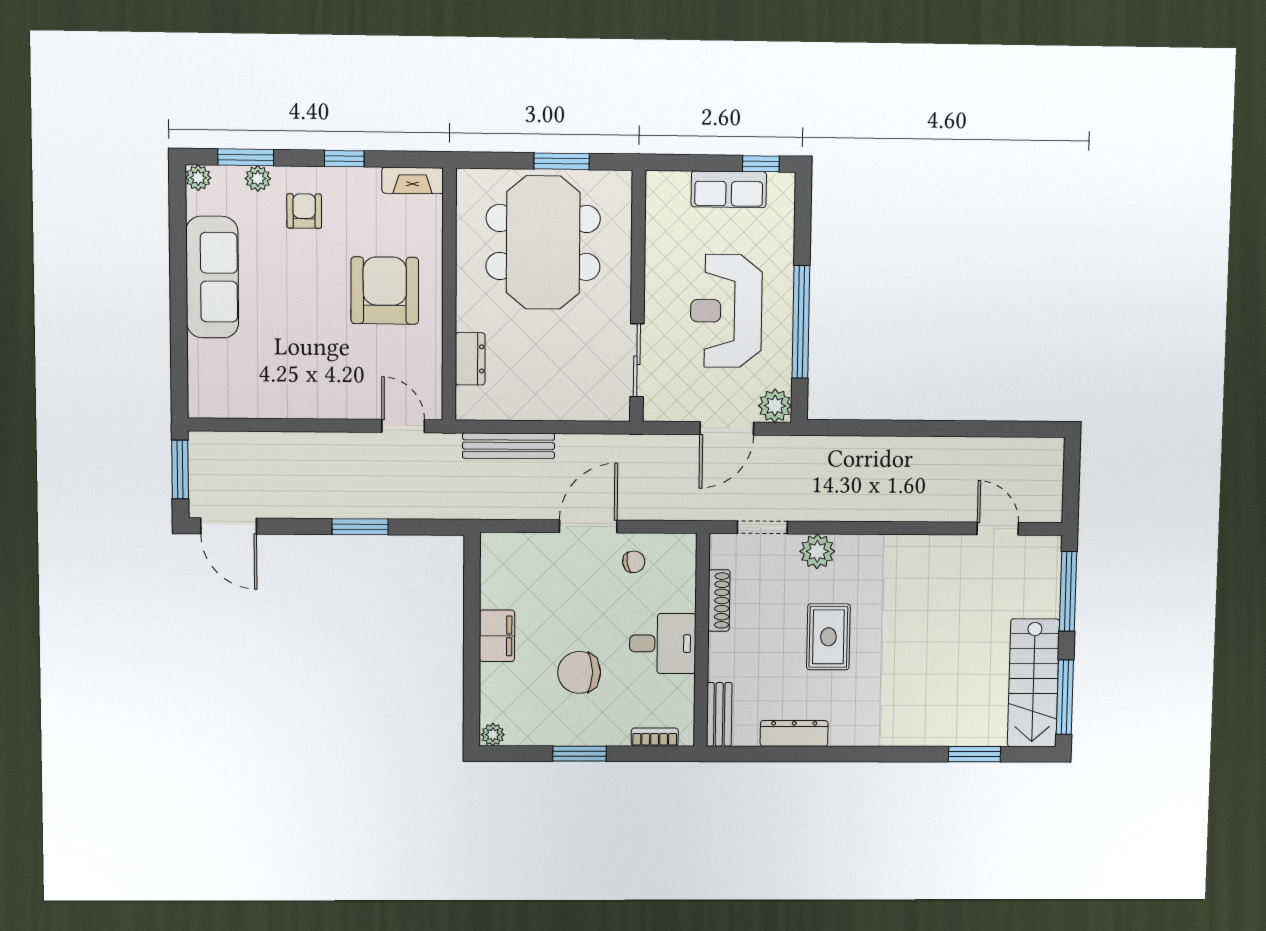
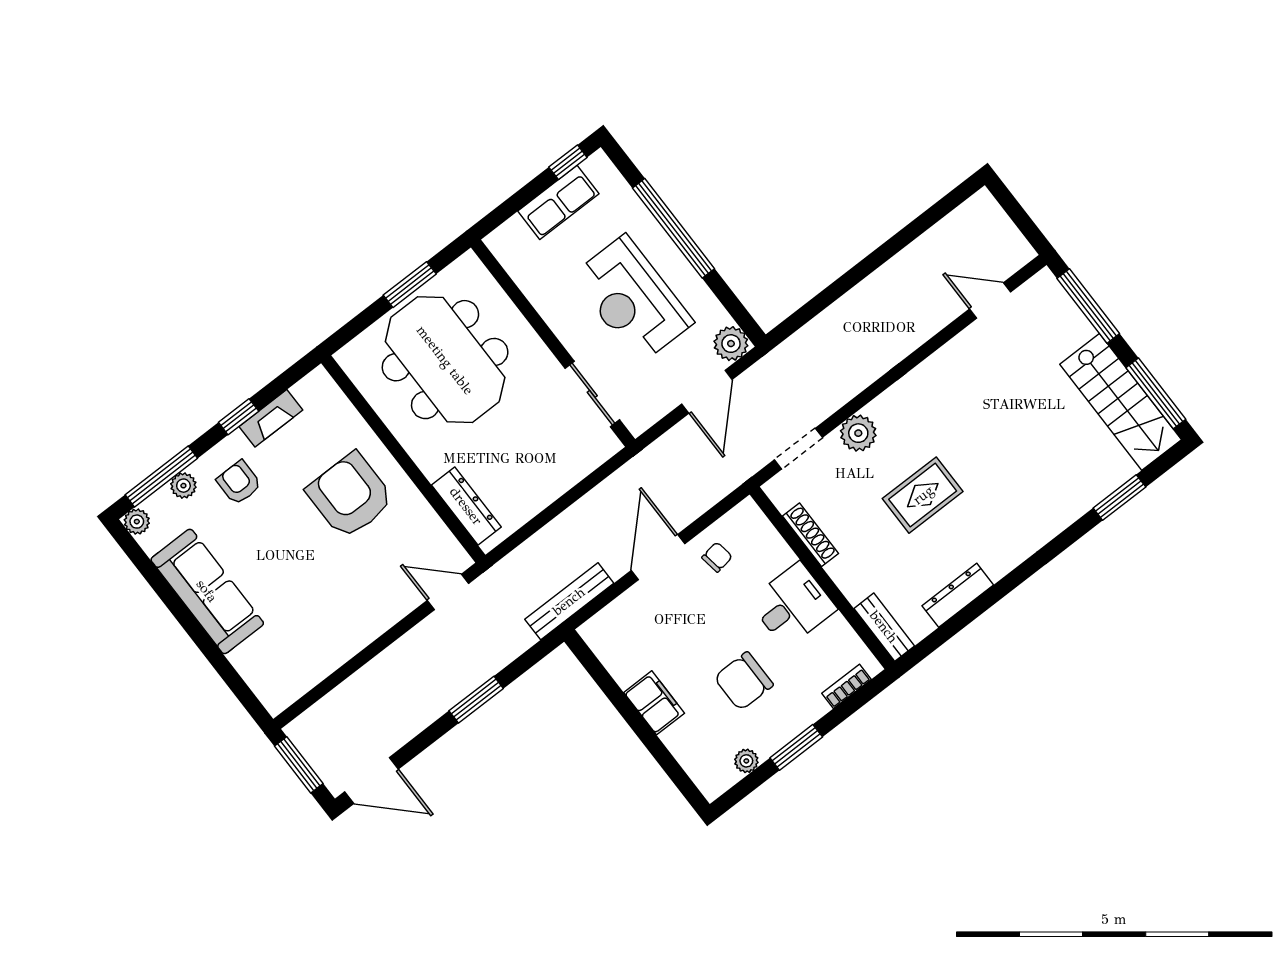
window: (246, 157) -> (161, 476), width x1.44
fireplace: (413, 180) -> (271, 418), moved
window: (801, 322) -> (674, 228), moved
dresser: (470, 359) -> (466, 506), width x1.44
bench: (508, 446) -> (569, 601), moved
rug: (828, 637) -> (923, 495), turned 90
plant: (493, 735) -> (746, 761), moved

